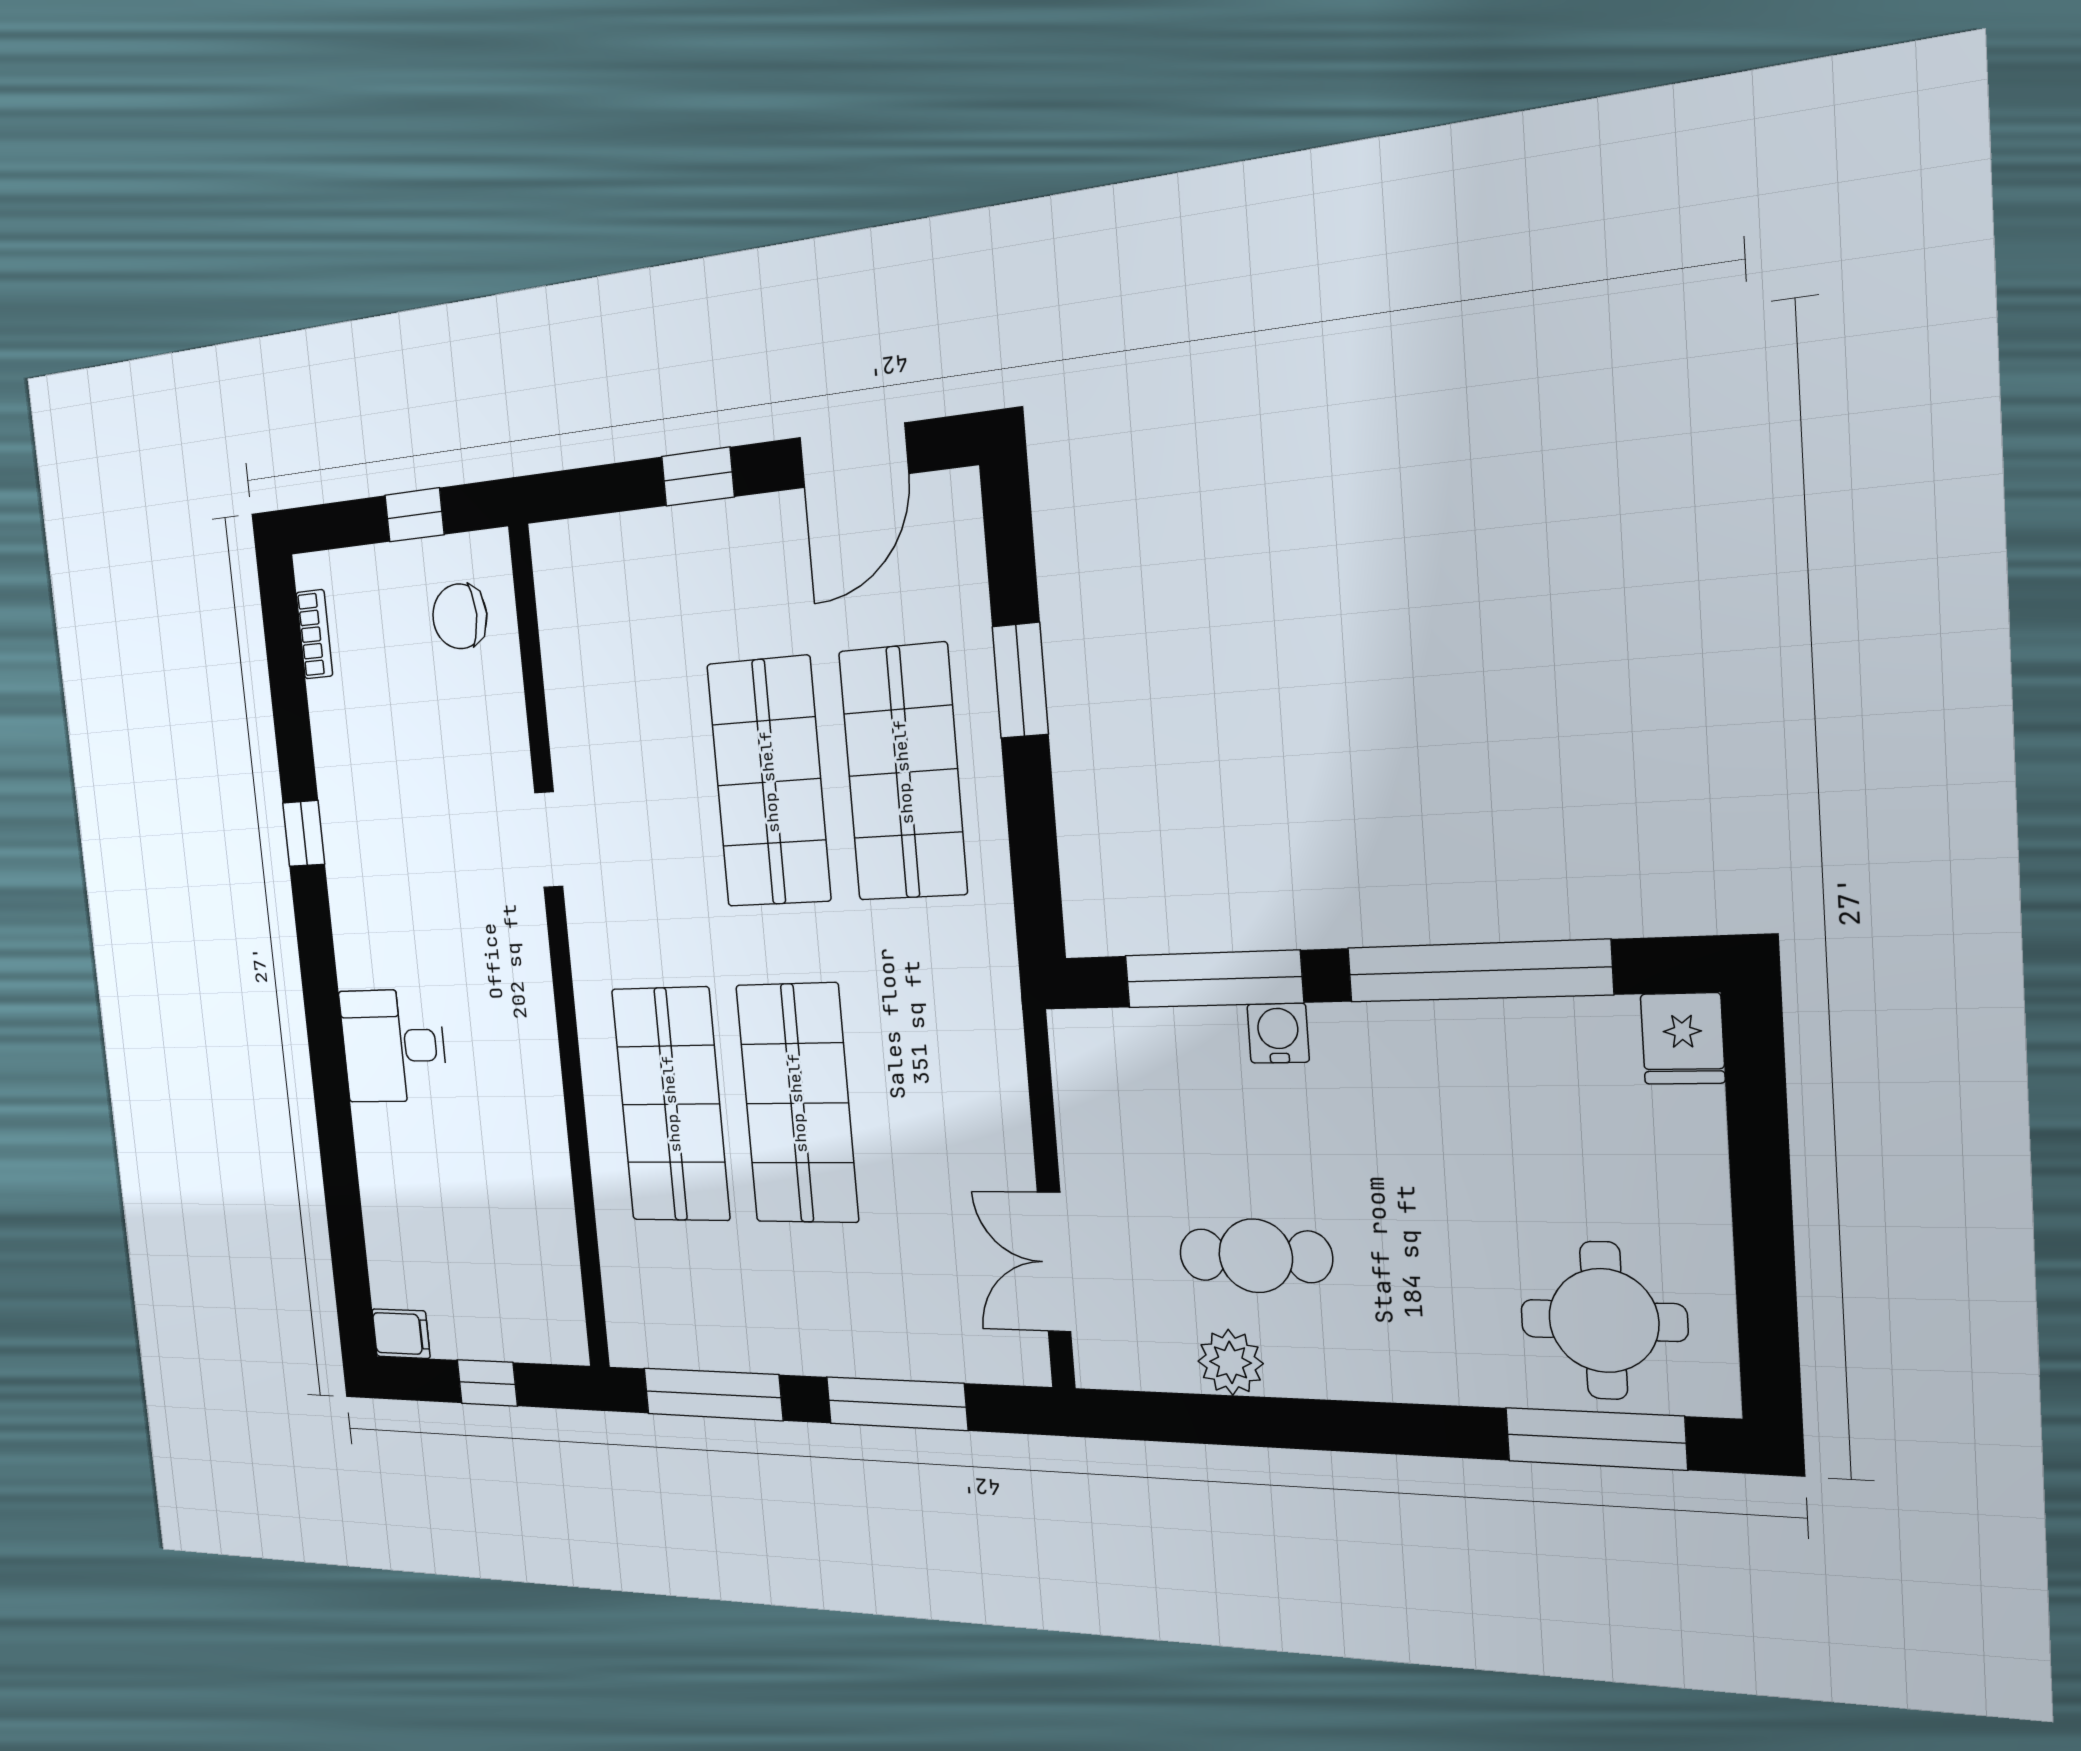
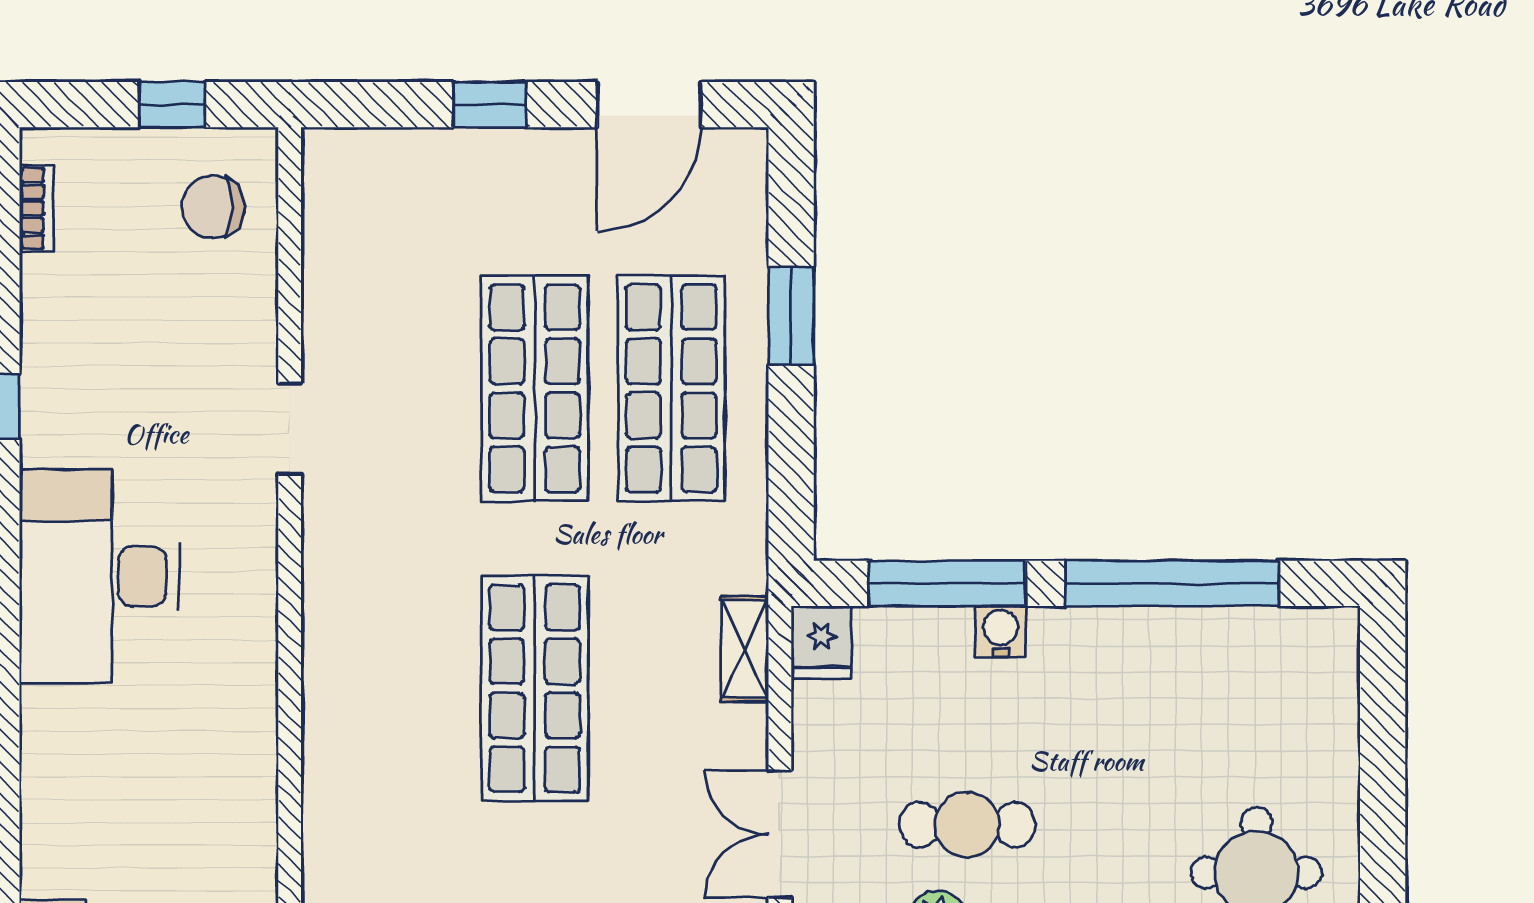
fridge: (1683, 1039) -> (821, 642), moved
desk: (393, 1046) -> (99, 576), width x1.87, depth x1.30
shelving: (1002, 1058) -> (745, 649), added
shop shelf: (671, 1104) -> (398, 688), removed

